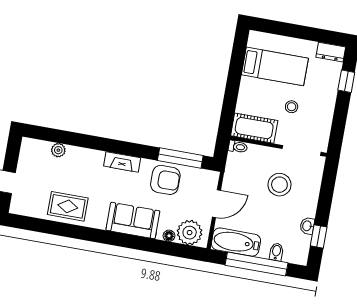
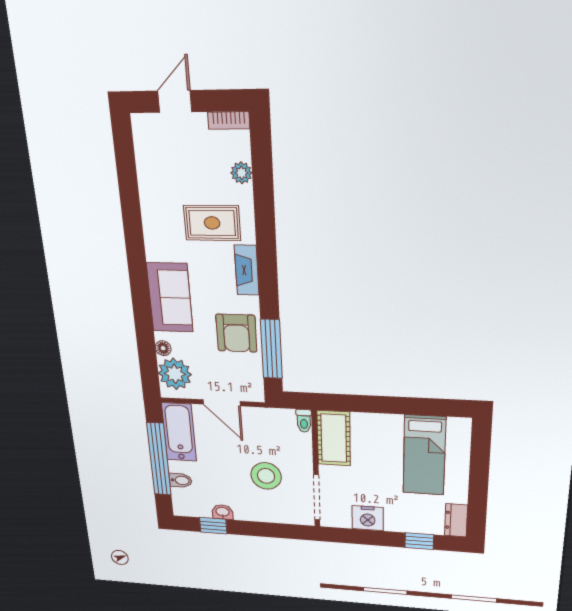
stool: (292, 107) -> (372, 481), removed
nightstand: (323, 116) -> (368, 518), added
bookcase: (25, 151) -> (229, 120), added
rug: (68, 206) -> (212, 223), moved, turned 90

